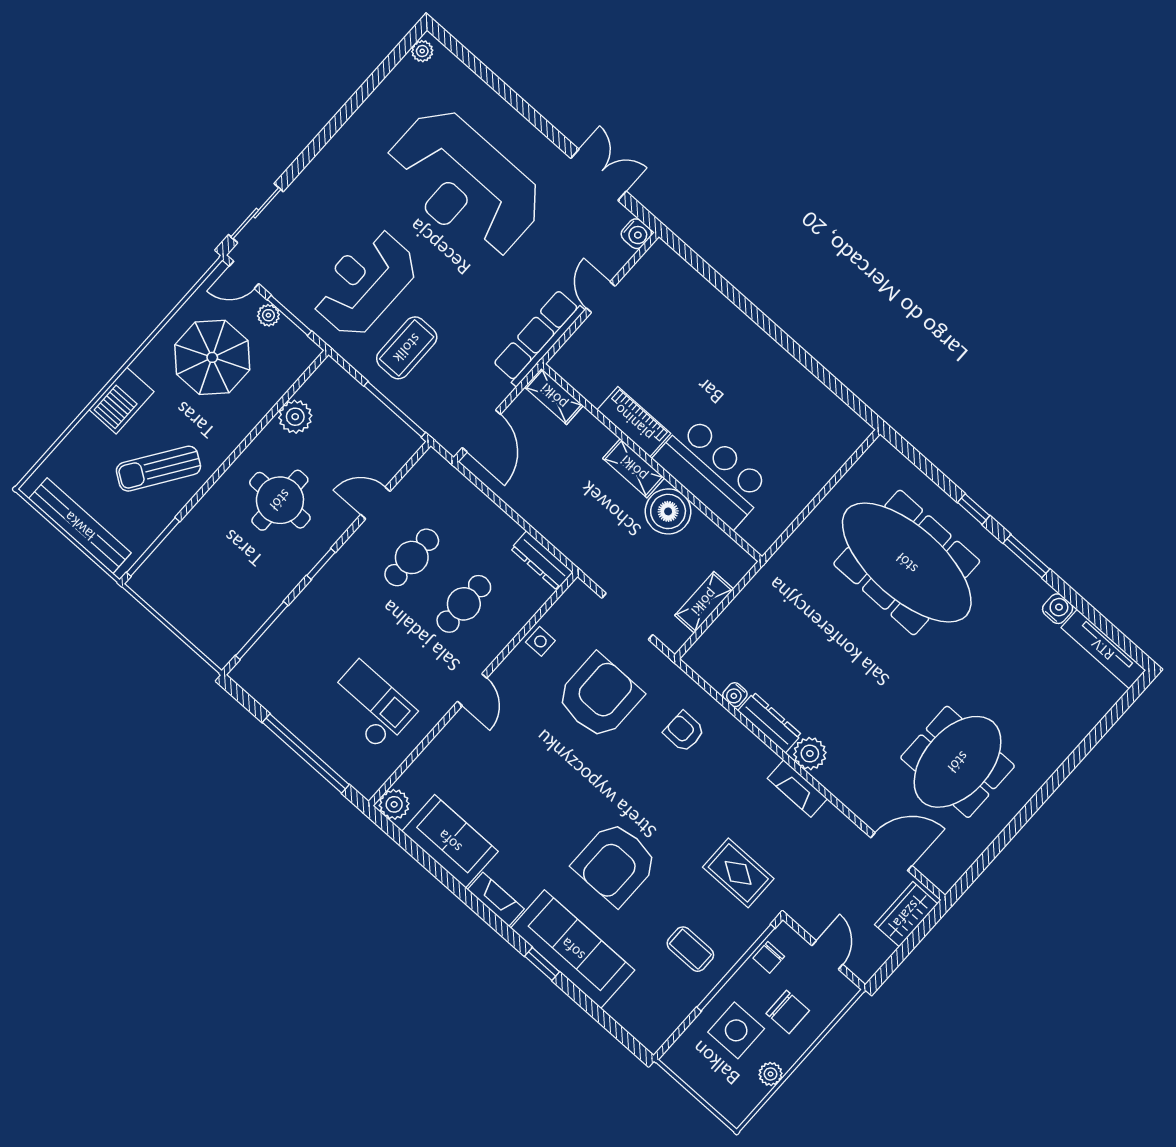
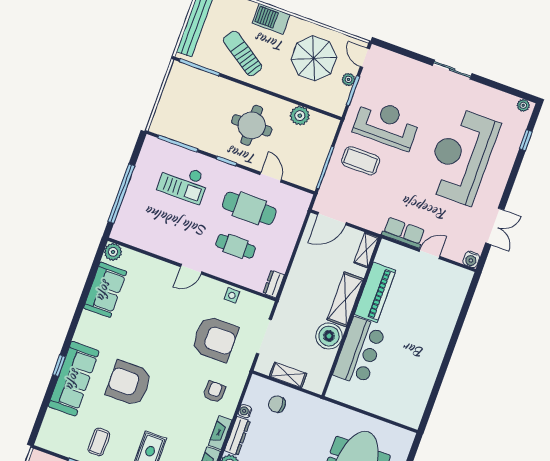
window: (480, 69) -> (526, 140), added
sliding door: (256, 213) -> (452, 70), moved
row of seats: (539, 338) -> (404, 232), width x0.68
piano: (634, 422) -> (375, 292), width x1.37, depth x1.33
shelving: (634, 468) -> (345, 299), width x1.50, depth x1.33
cafe table: (412, 557) -> (249, 208), width x1.37, depth x1.35
dresser: (542, 560) -> (274, 284), width x0.70
chair: (744, 639) -> (277, 404), added
checkout: (370, 705) -> (183, 182), moved, turned 90
fireplace: (496, 899) -> (220, 433), moved, turned 180

